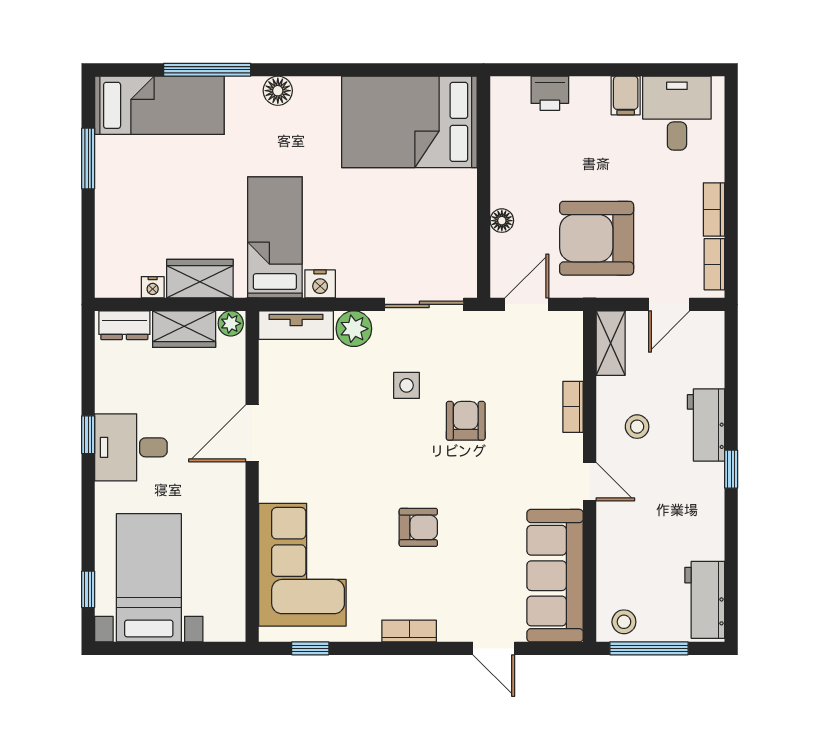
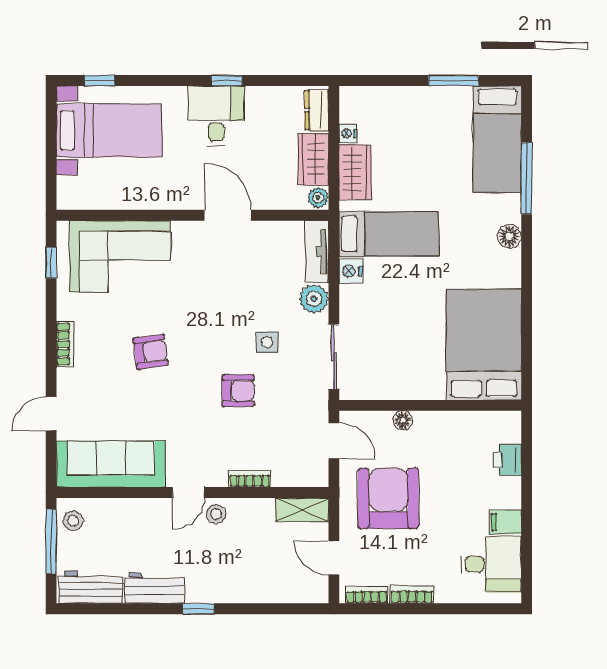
workbench: (706, 425) -> (154, 588), moved
stool: (637, 427) -> (216, 514), moved
armchair: (418, 527) -> (151, 352), turned -98

